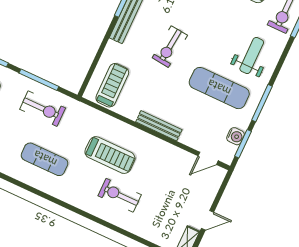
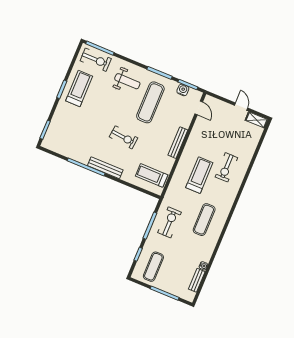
weight bench: (252, 56) -> (127, 81), turned 180

